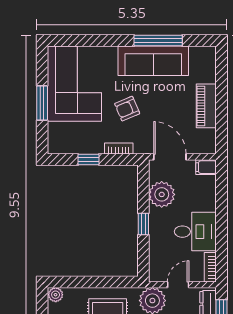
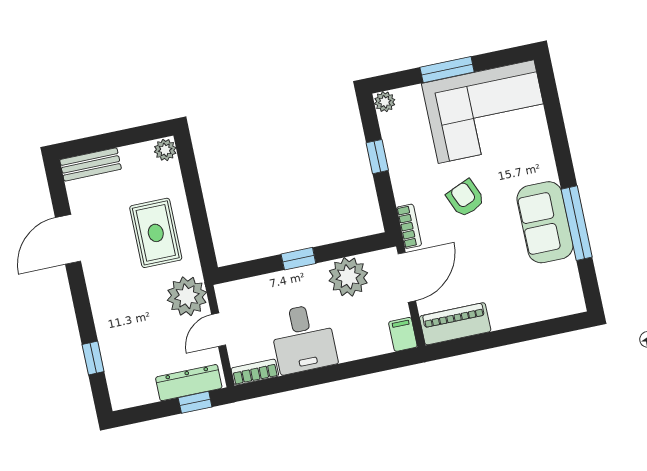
sofa: (153, 61) -> (545, 222), width x0.73
piano: (206, 106) -> (455, 324), moved
plant: (54, 147) -> (385, 102), added
bookcase: (119, 149) -> (409, 226), moved
door: (178, 285) -> (219, 330), swing flipped

